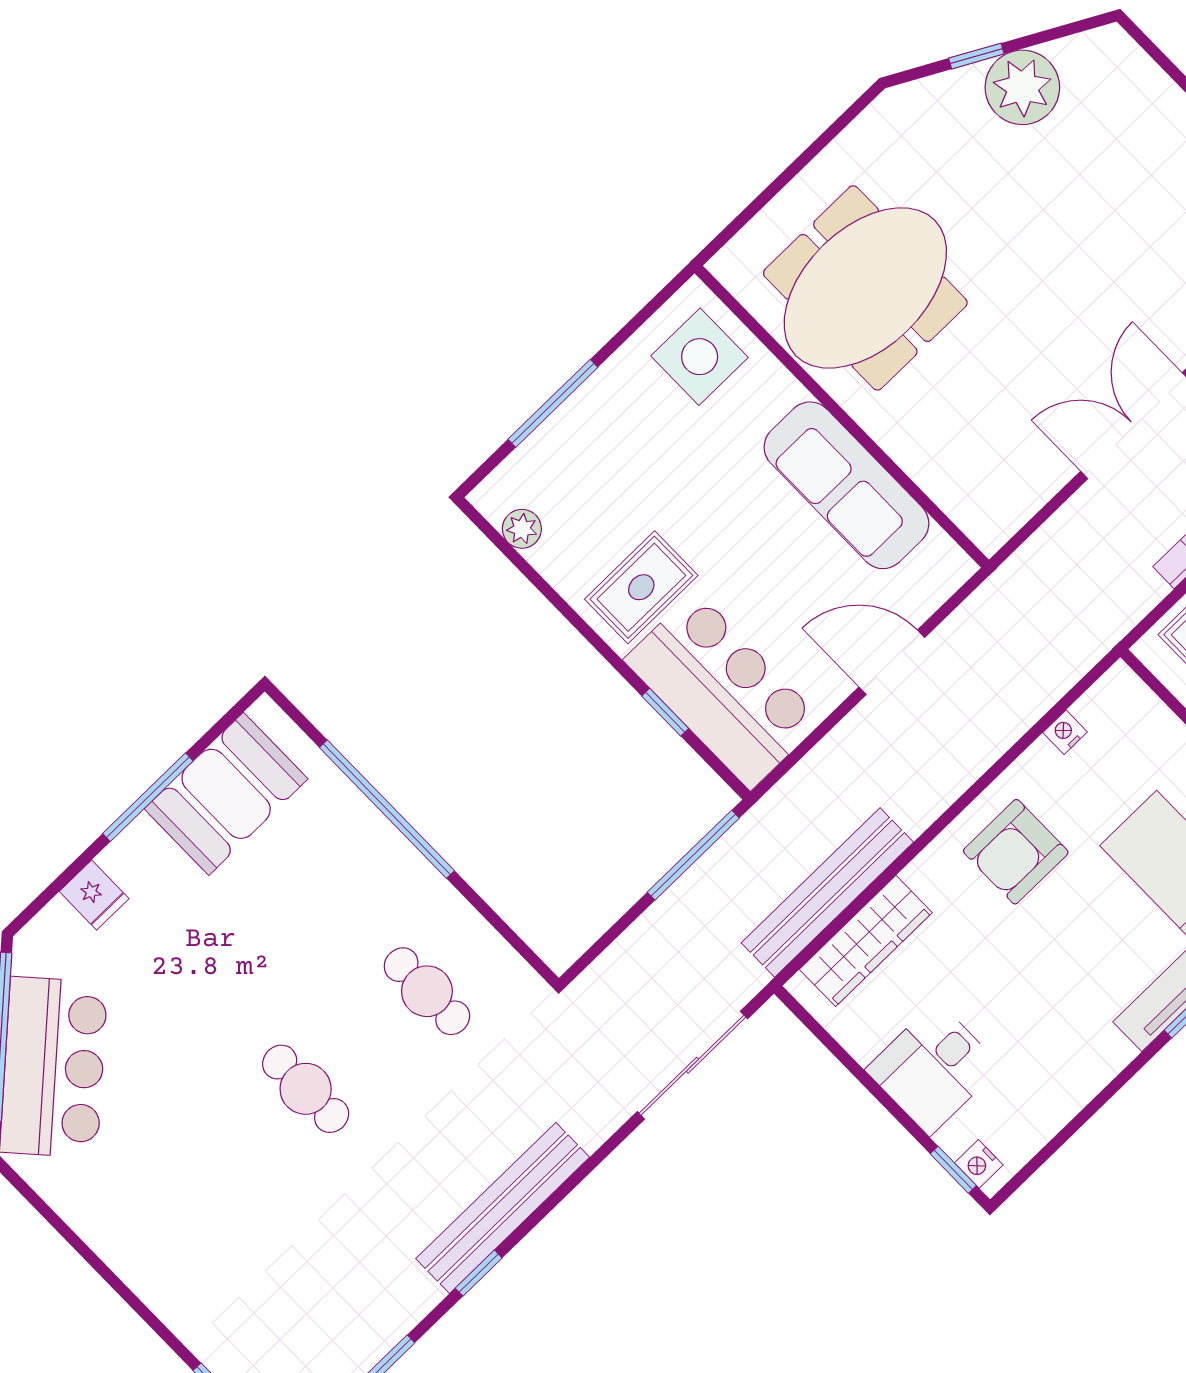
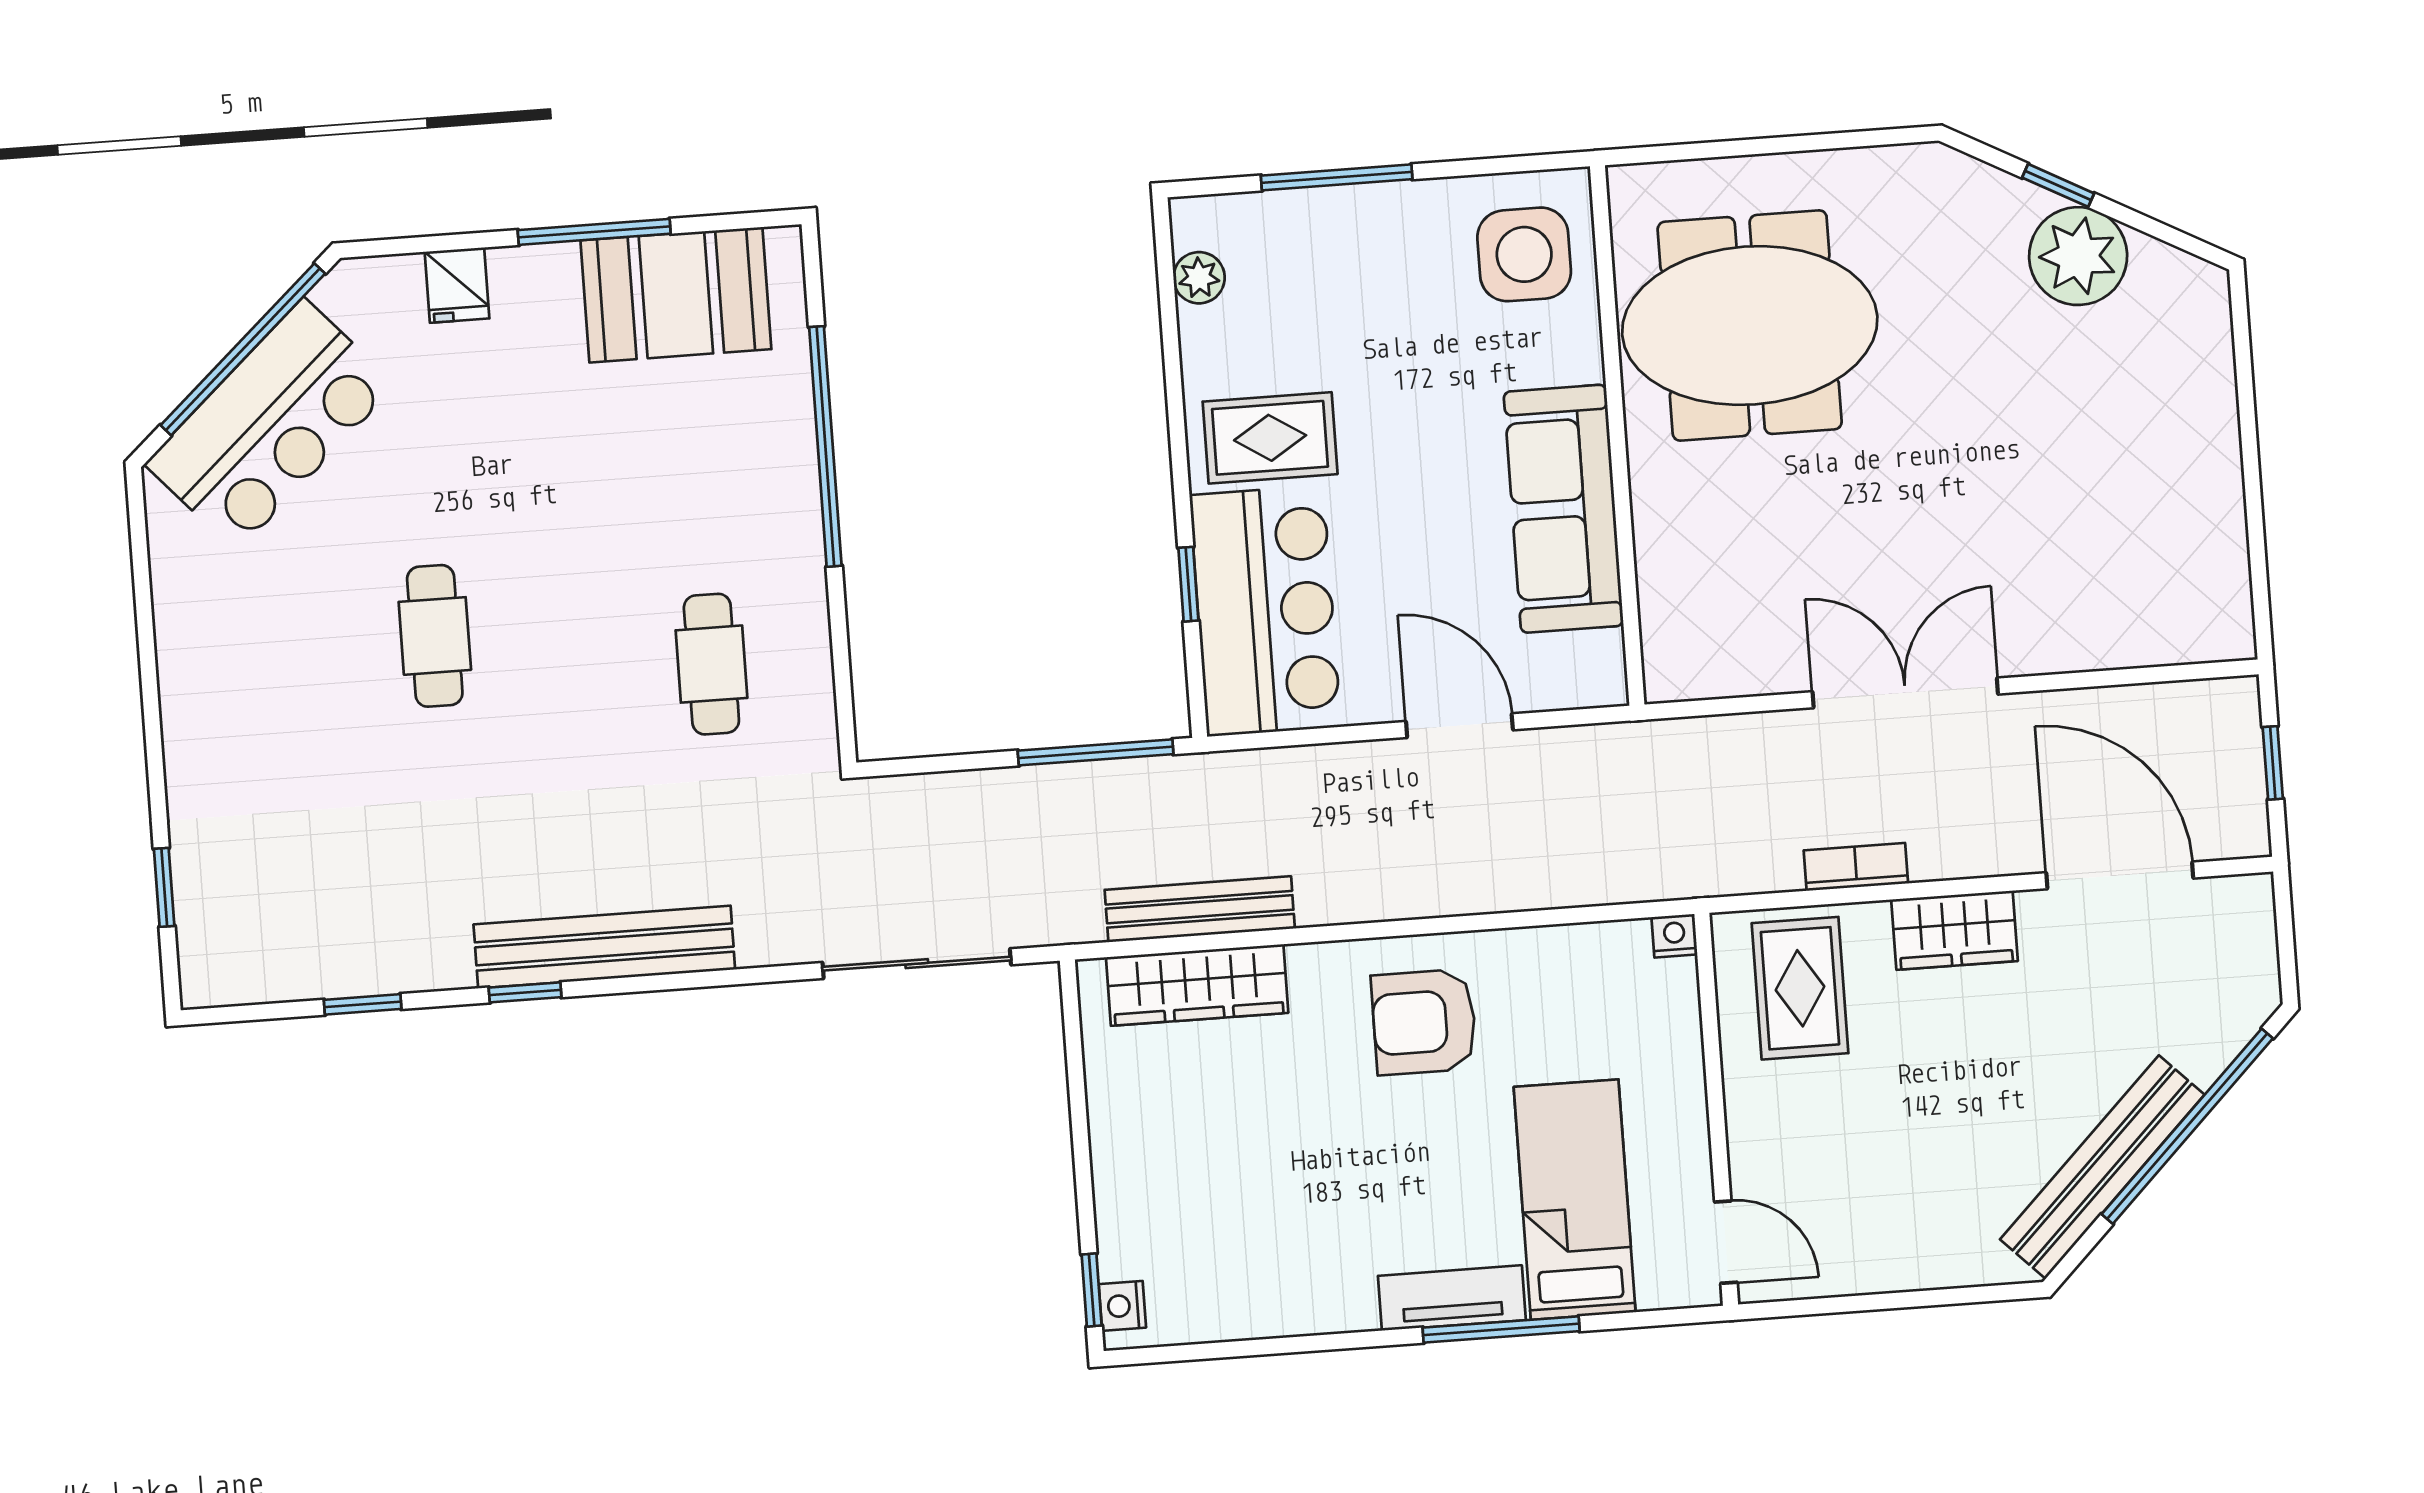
nightstand: (1065, 732) -> (1674, 936), moved
bench: (827, 892) -> (1200, 909), width x0.73, depth x0.82
desk: (933, 1068) -> (1157, 1171), removed
cafe table: (306, 1089) -> (435, 636), moved

